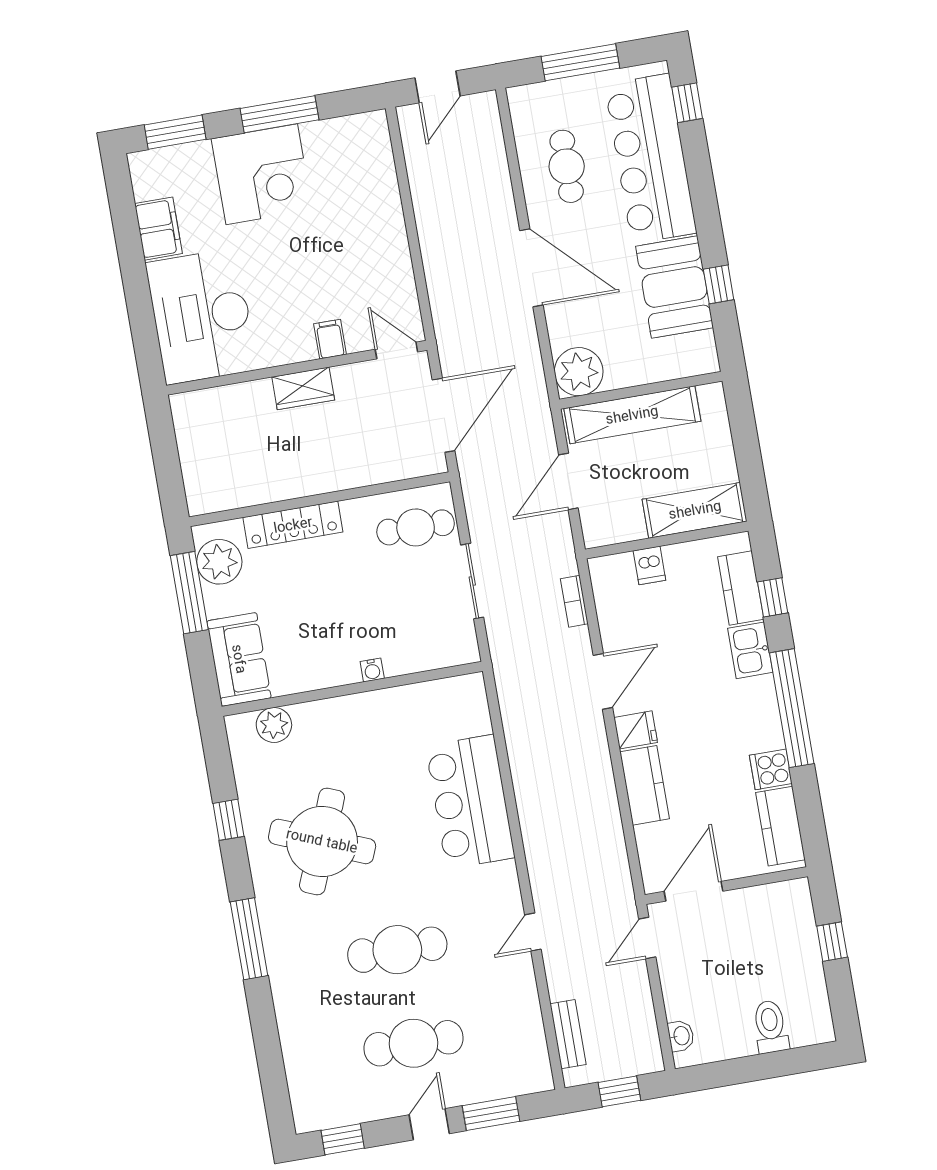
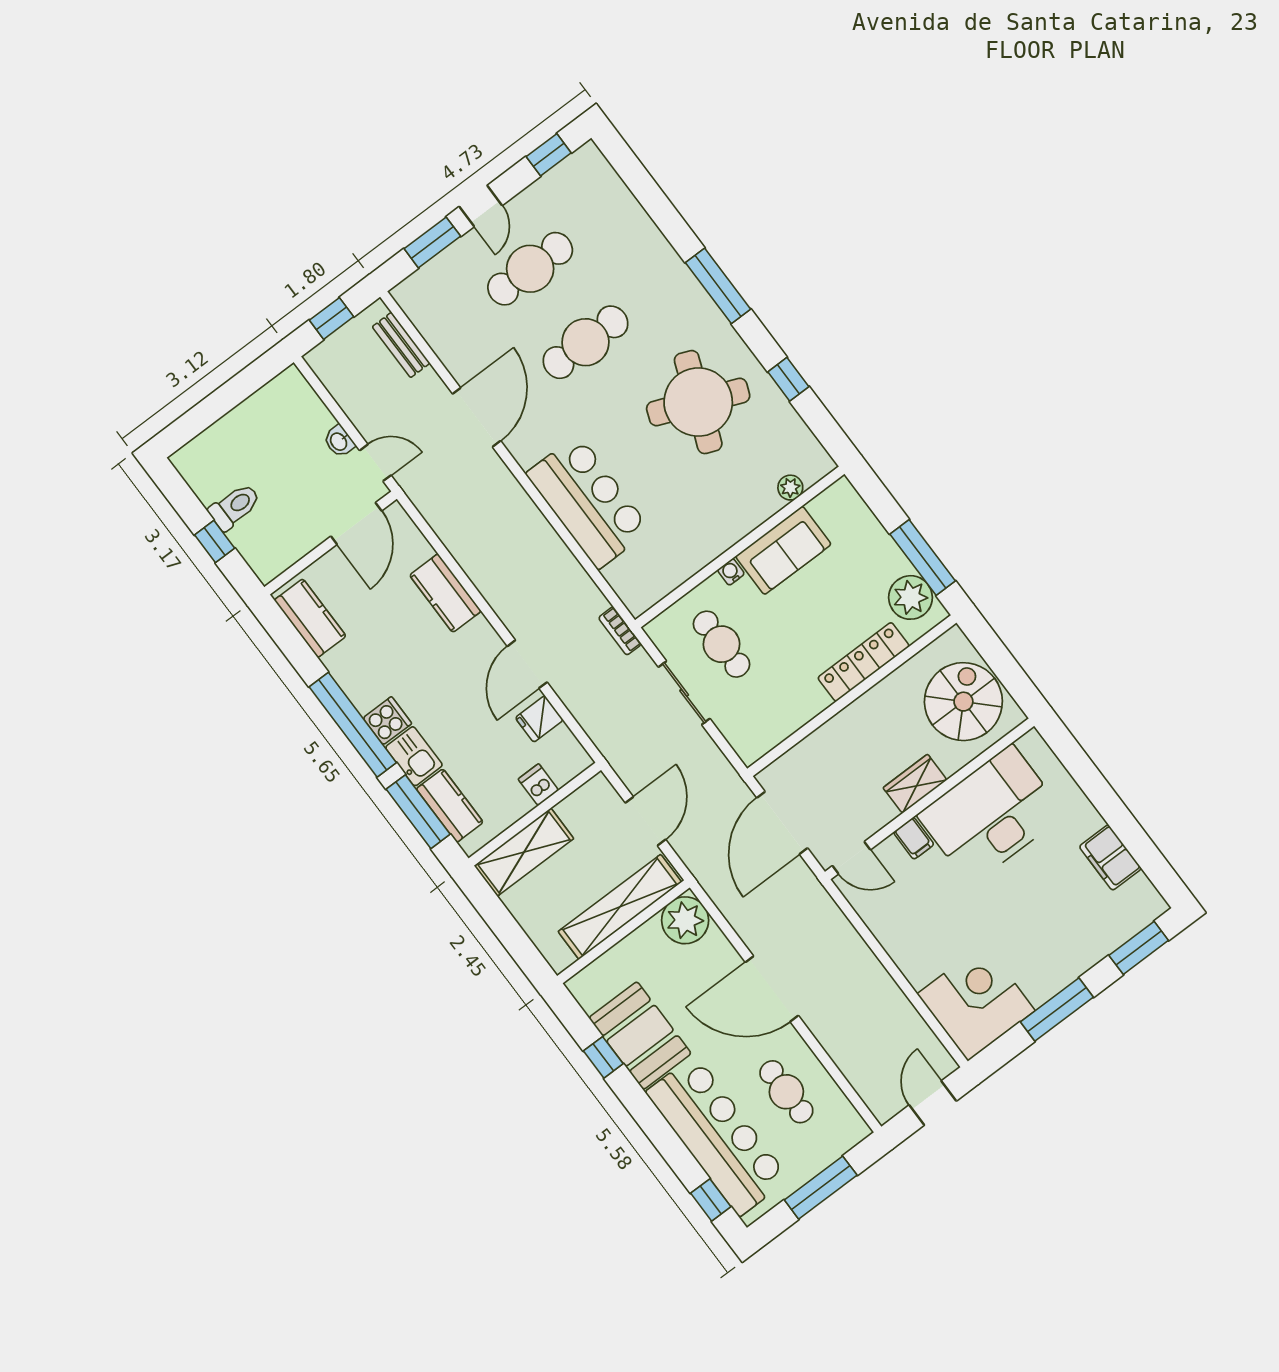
corner desk: (262, 174) -> (976, 1002), moved, turned 90
desk: (201, 316) -> (991, 815), moved, turned -90
spiral stairs: (220, 441) -> (963, 702), added
cafe table: (416, 527) -> (721, 644), moved, turned 90
window: (773, 597) -> (418, 812), width x2.17
bookcase: (574, 601) -> (620, 631), moved, turned 180
sofa: (239, 659) -> (783, 550), moved, turned -90
plant: (274, 725) -> (790, 488), width x0.73, depth x0.73
fridge: (636, 730) -> (539, 719), moved
cooker: (771, 769) -> (387, 721), moved
door: (533, 932) -> (477, 417), width x1.88
door: (647, 938) -> (375, 463), hinge flipped
toilet: (770, 1027) -> (235, 507), moved, turned -90
washbasin: (681, 1036) -> (339, 441), moved

